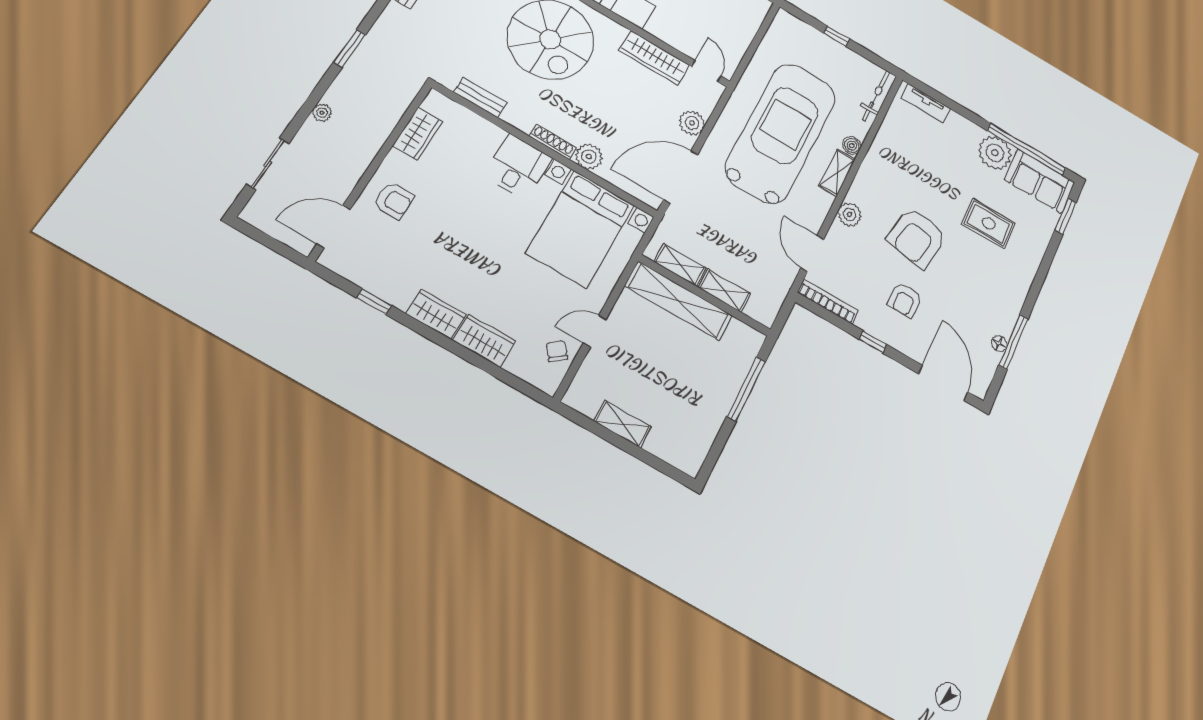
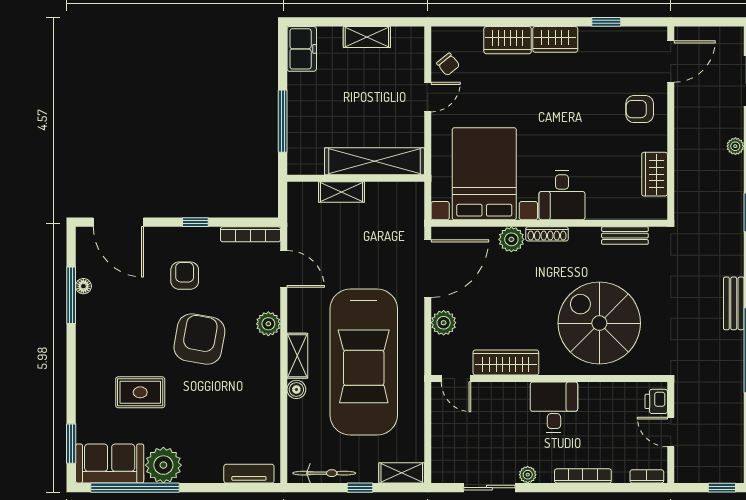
bicycle: (876, 96) -> (324, 473), moved, turned -90
shelving: (680, 265) -> (402, 473), moved
freezer: (693, 449) -> (302, 49), added

